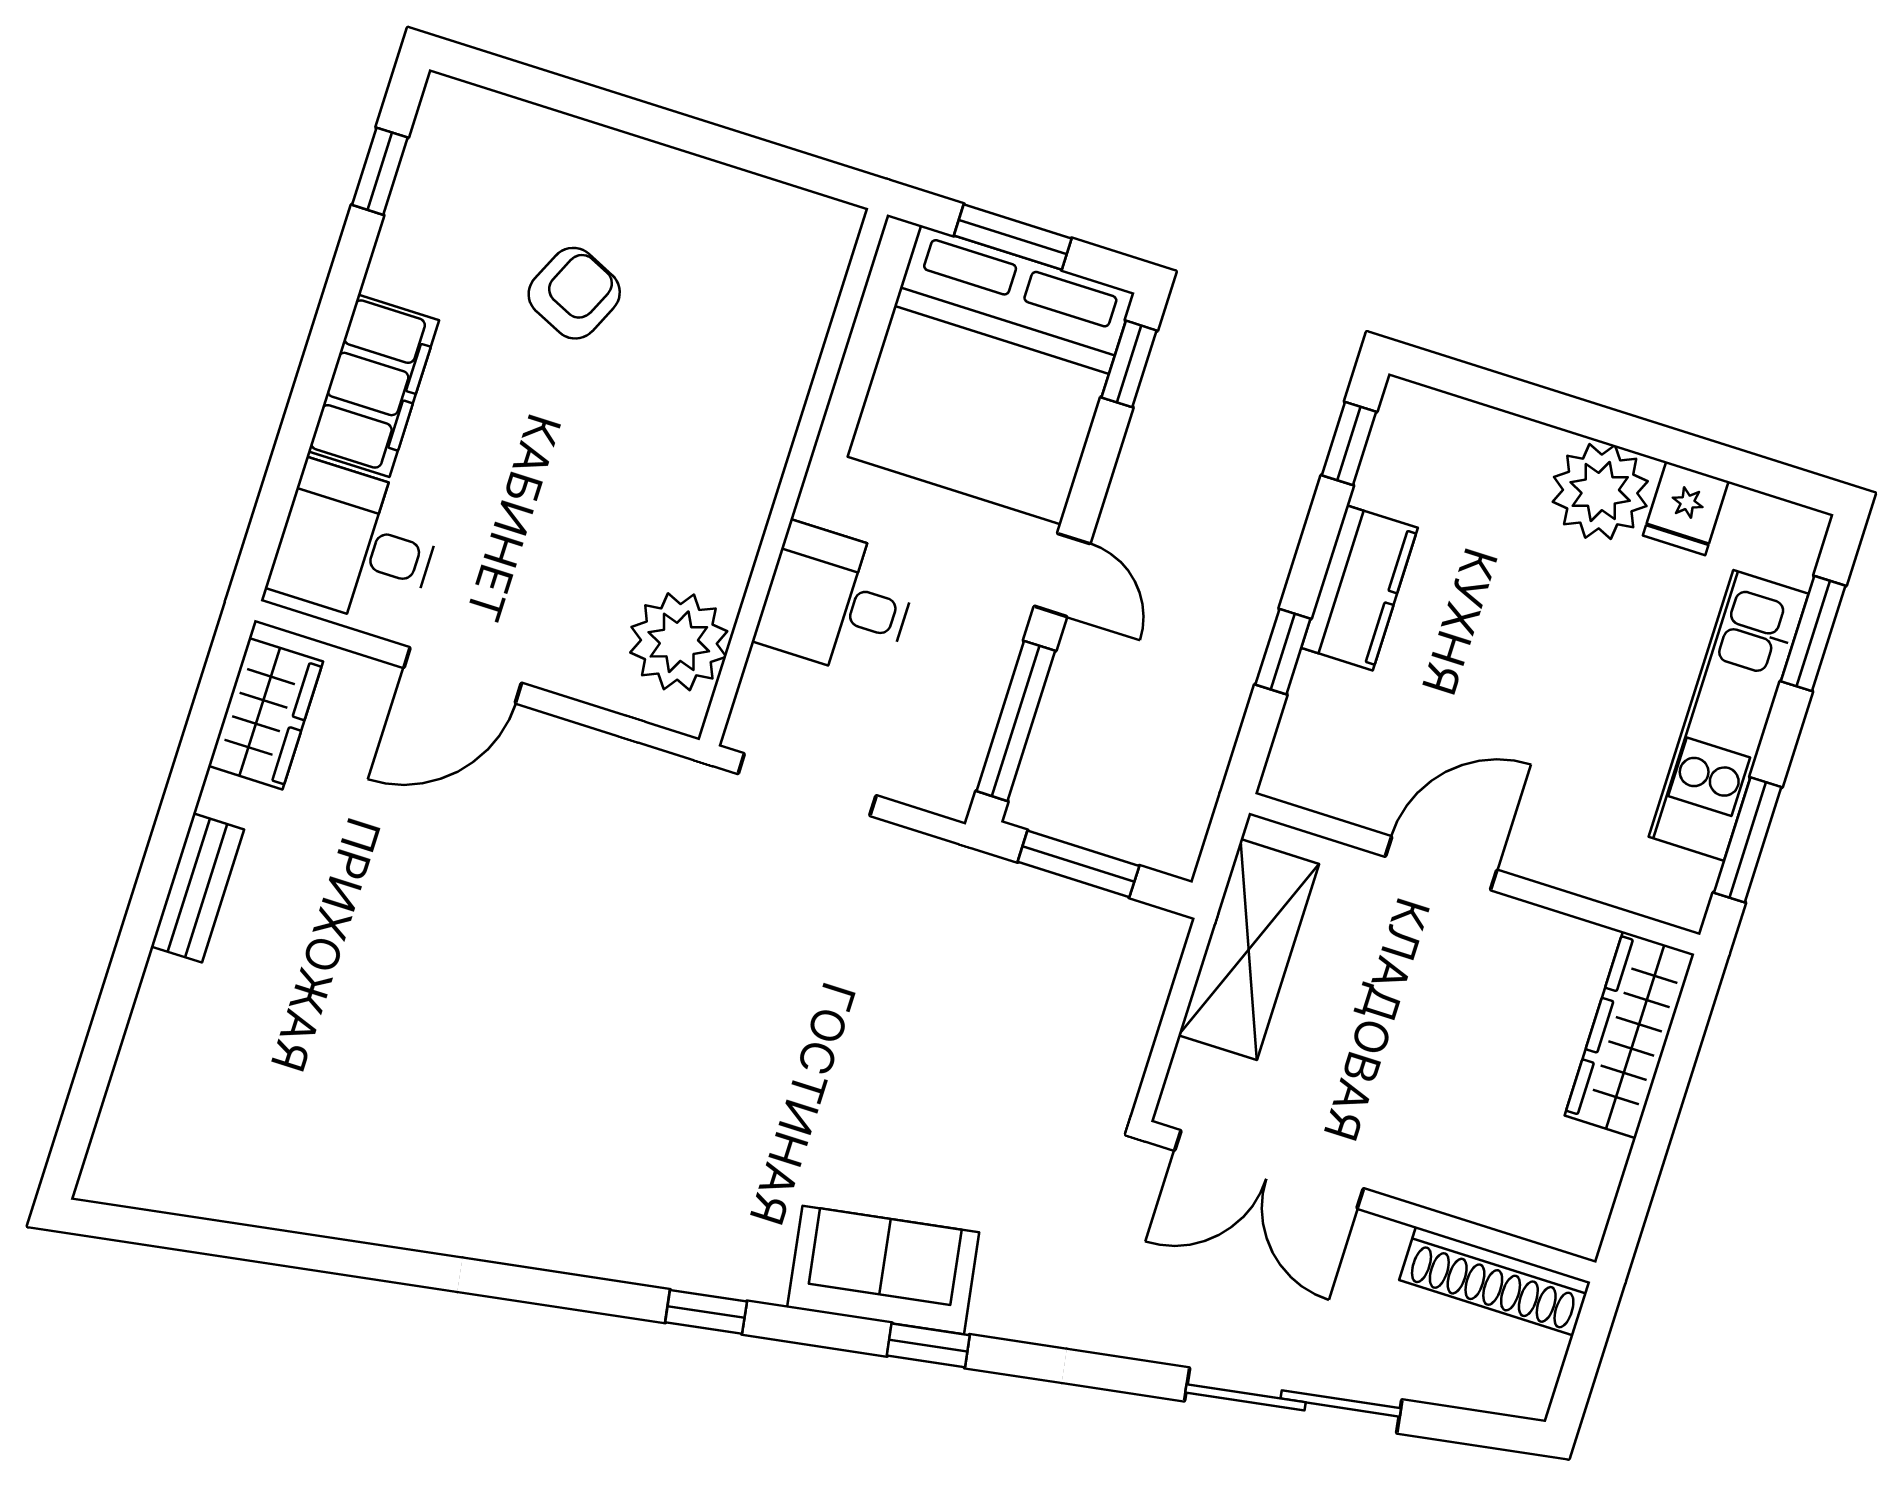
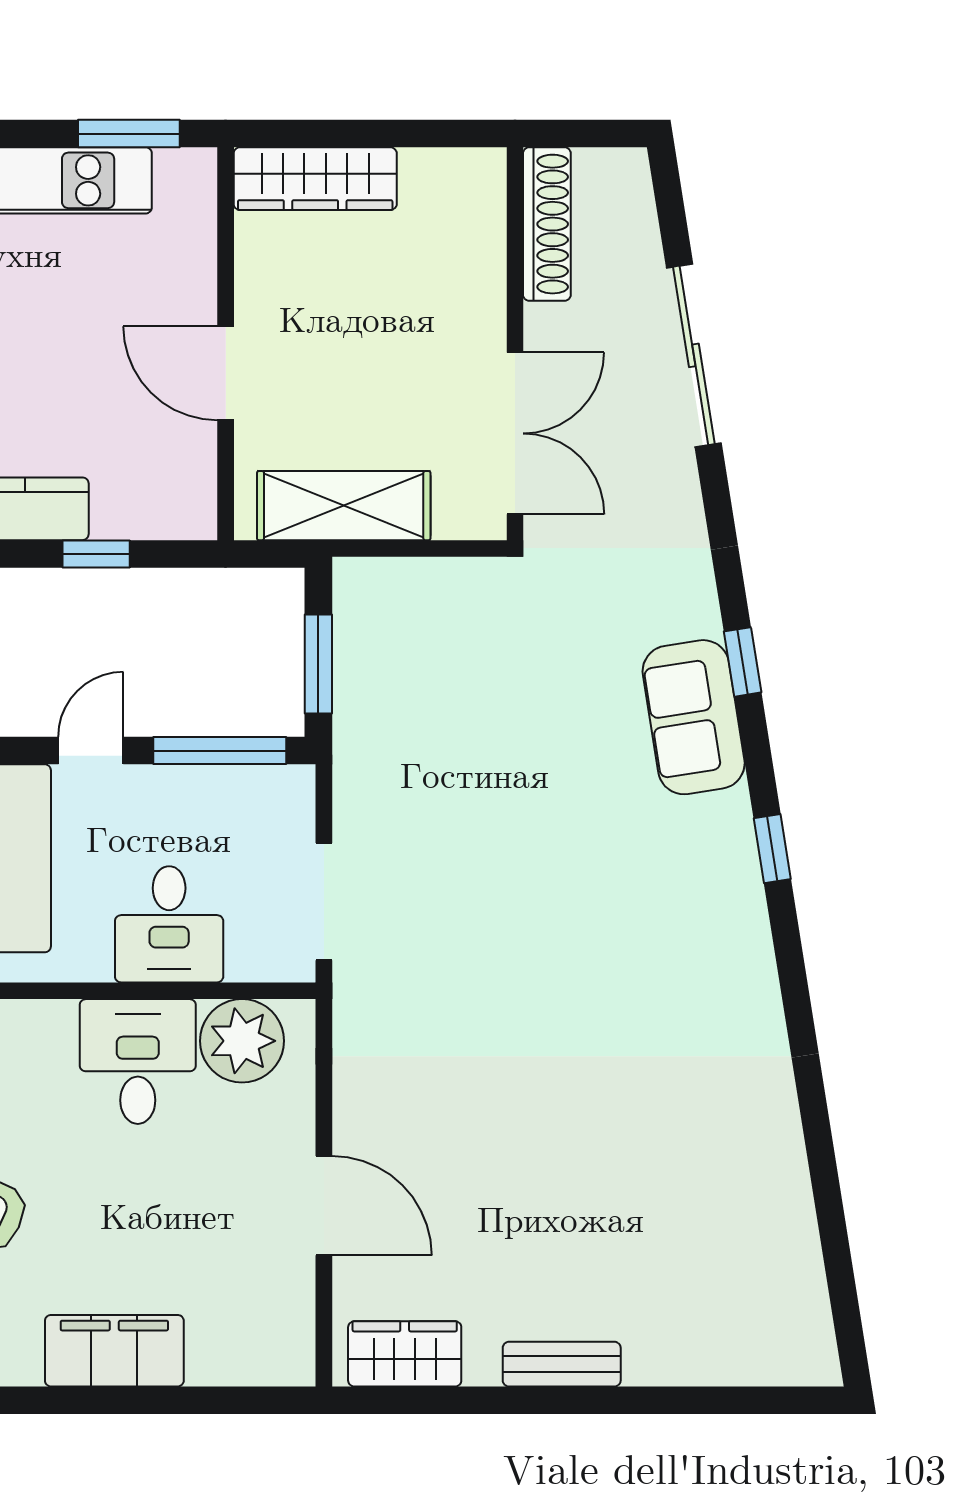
desk: (356, 545) -> (138, 1061), moved, turned 180

